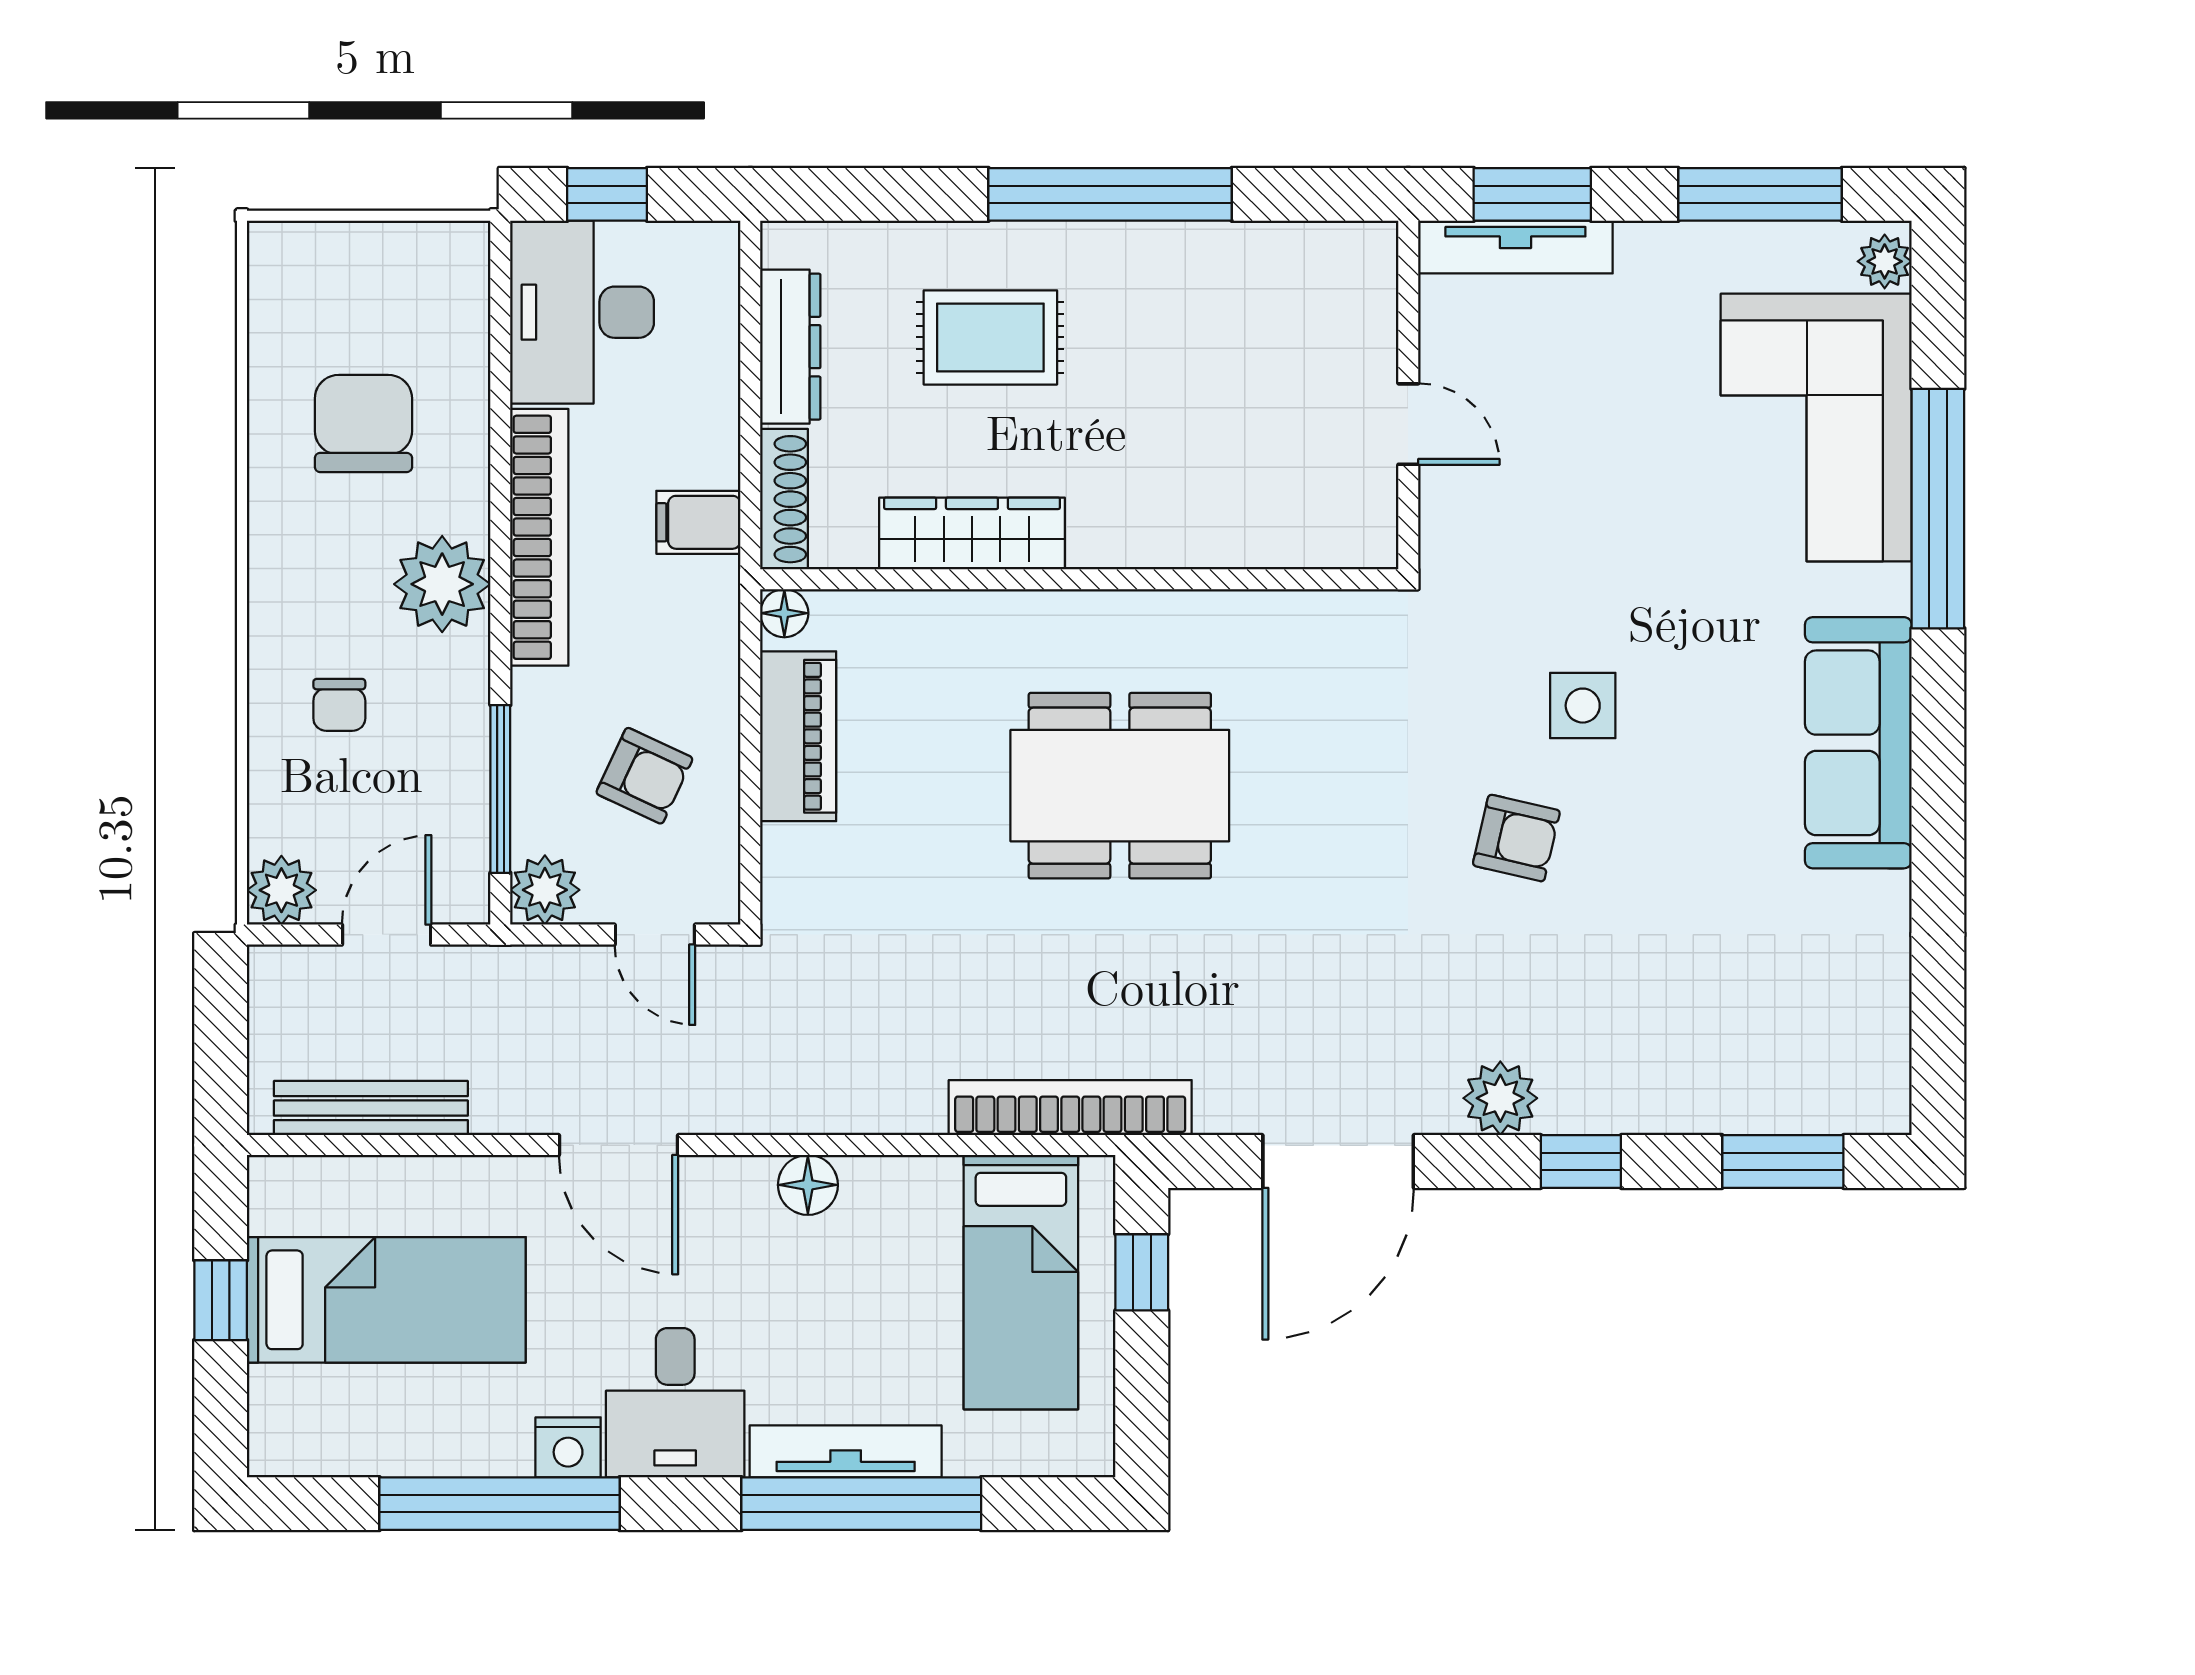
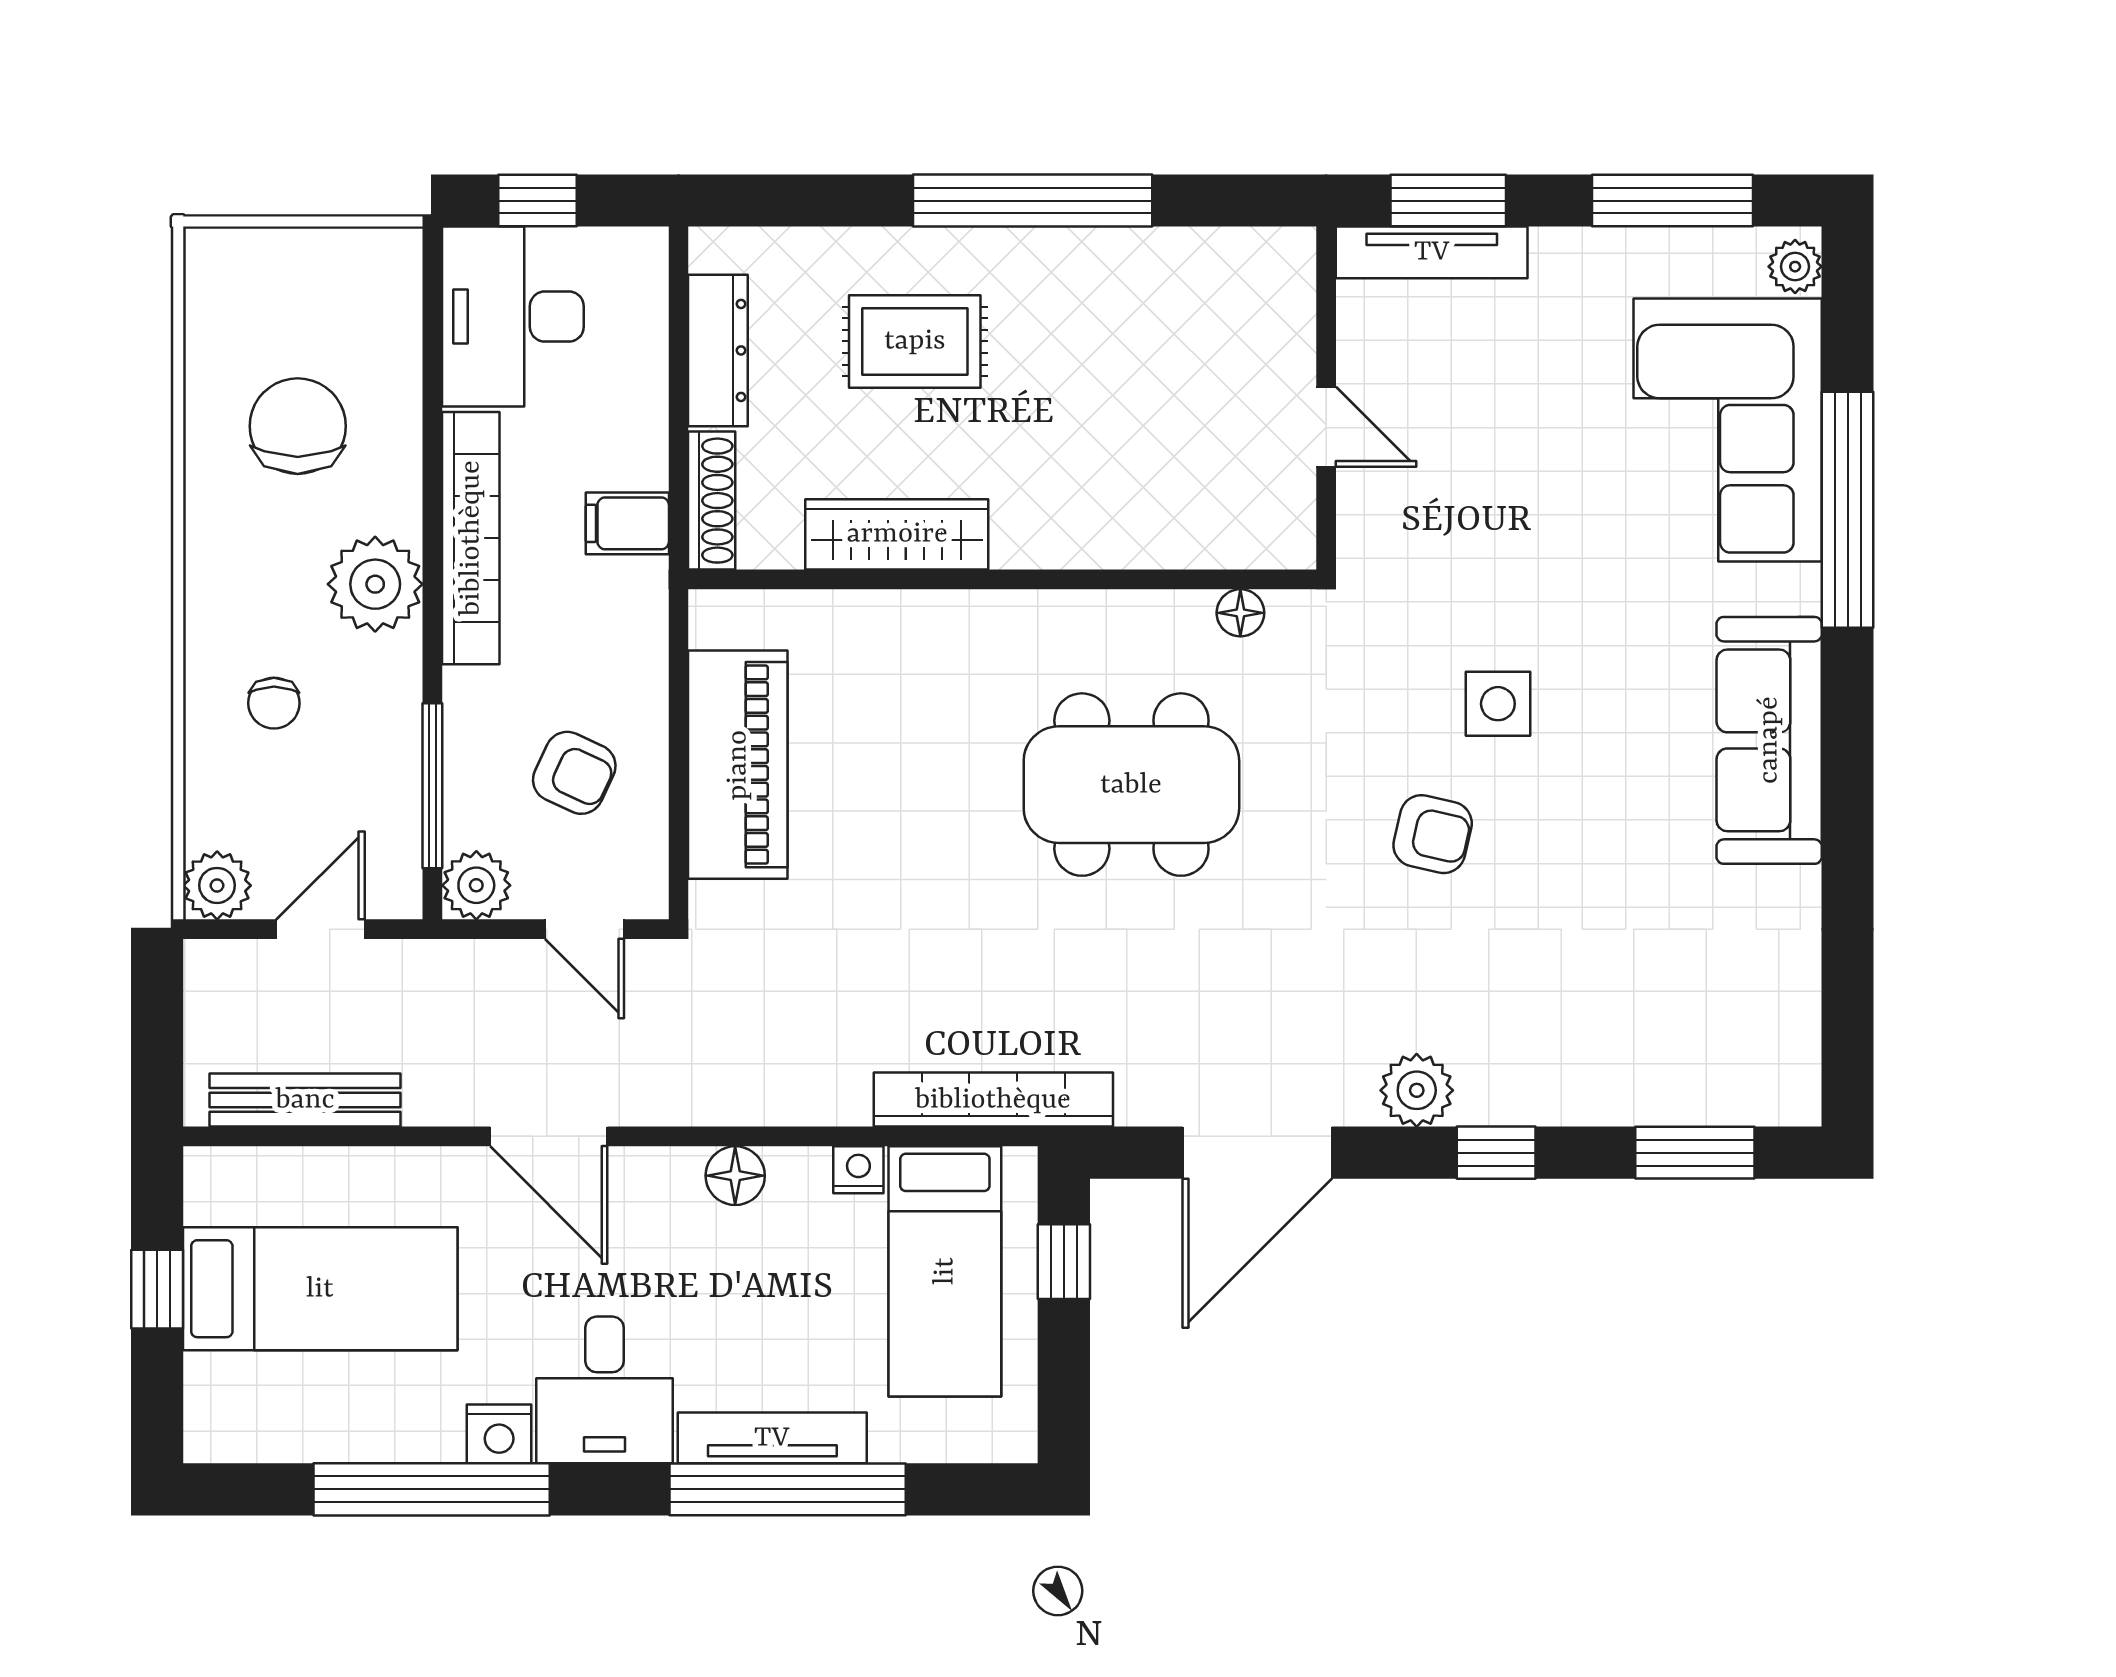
floor lamp: (784, 613) -> (1240, 613), moved
piano: (798, 736) -> (738, 765), width x1.37, depth x1.33
dining table: (1120, 786) -> (1131, 785), moved
nightstand: (933, 1179) -> (858, 1170), added

